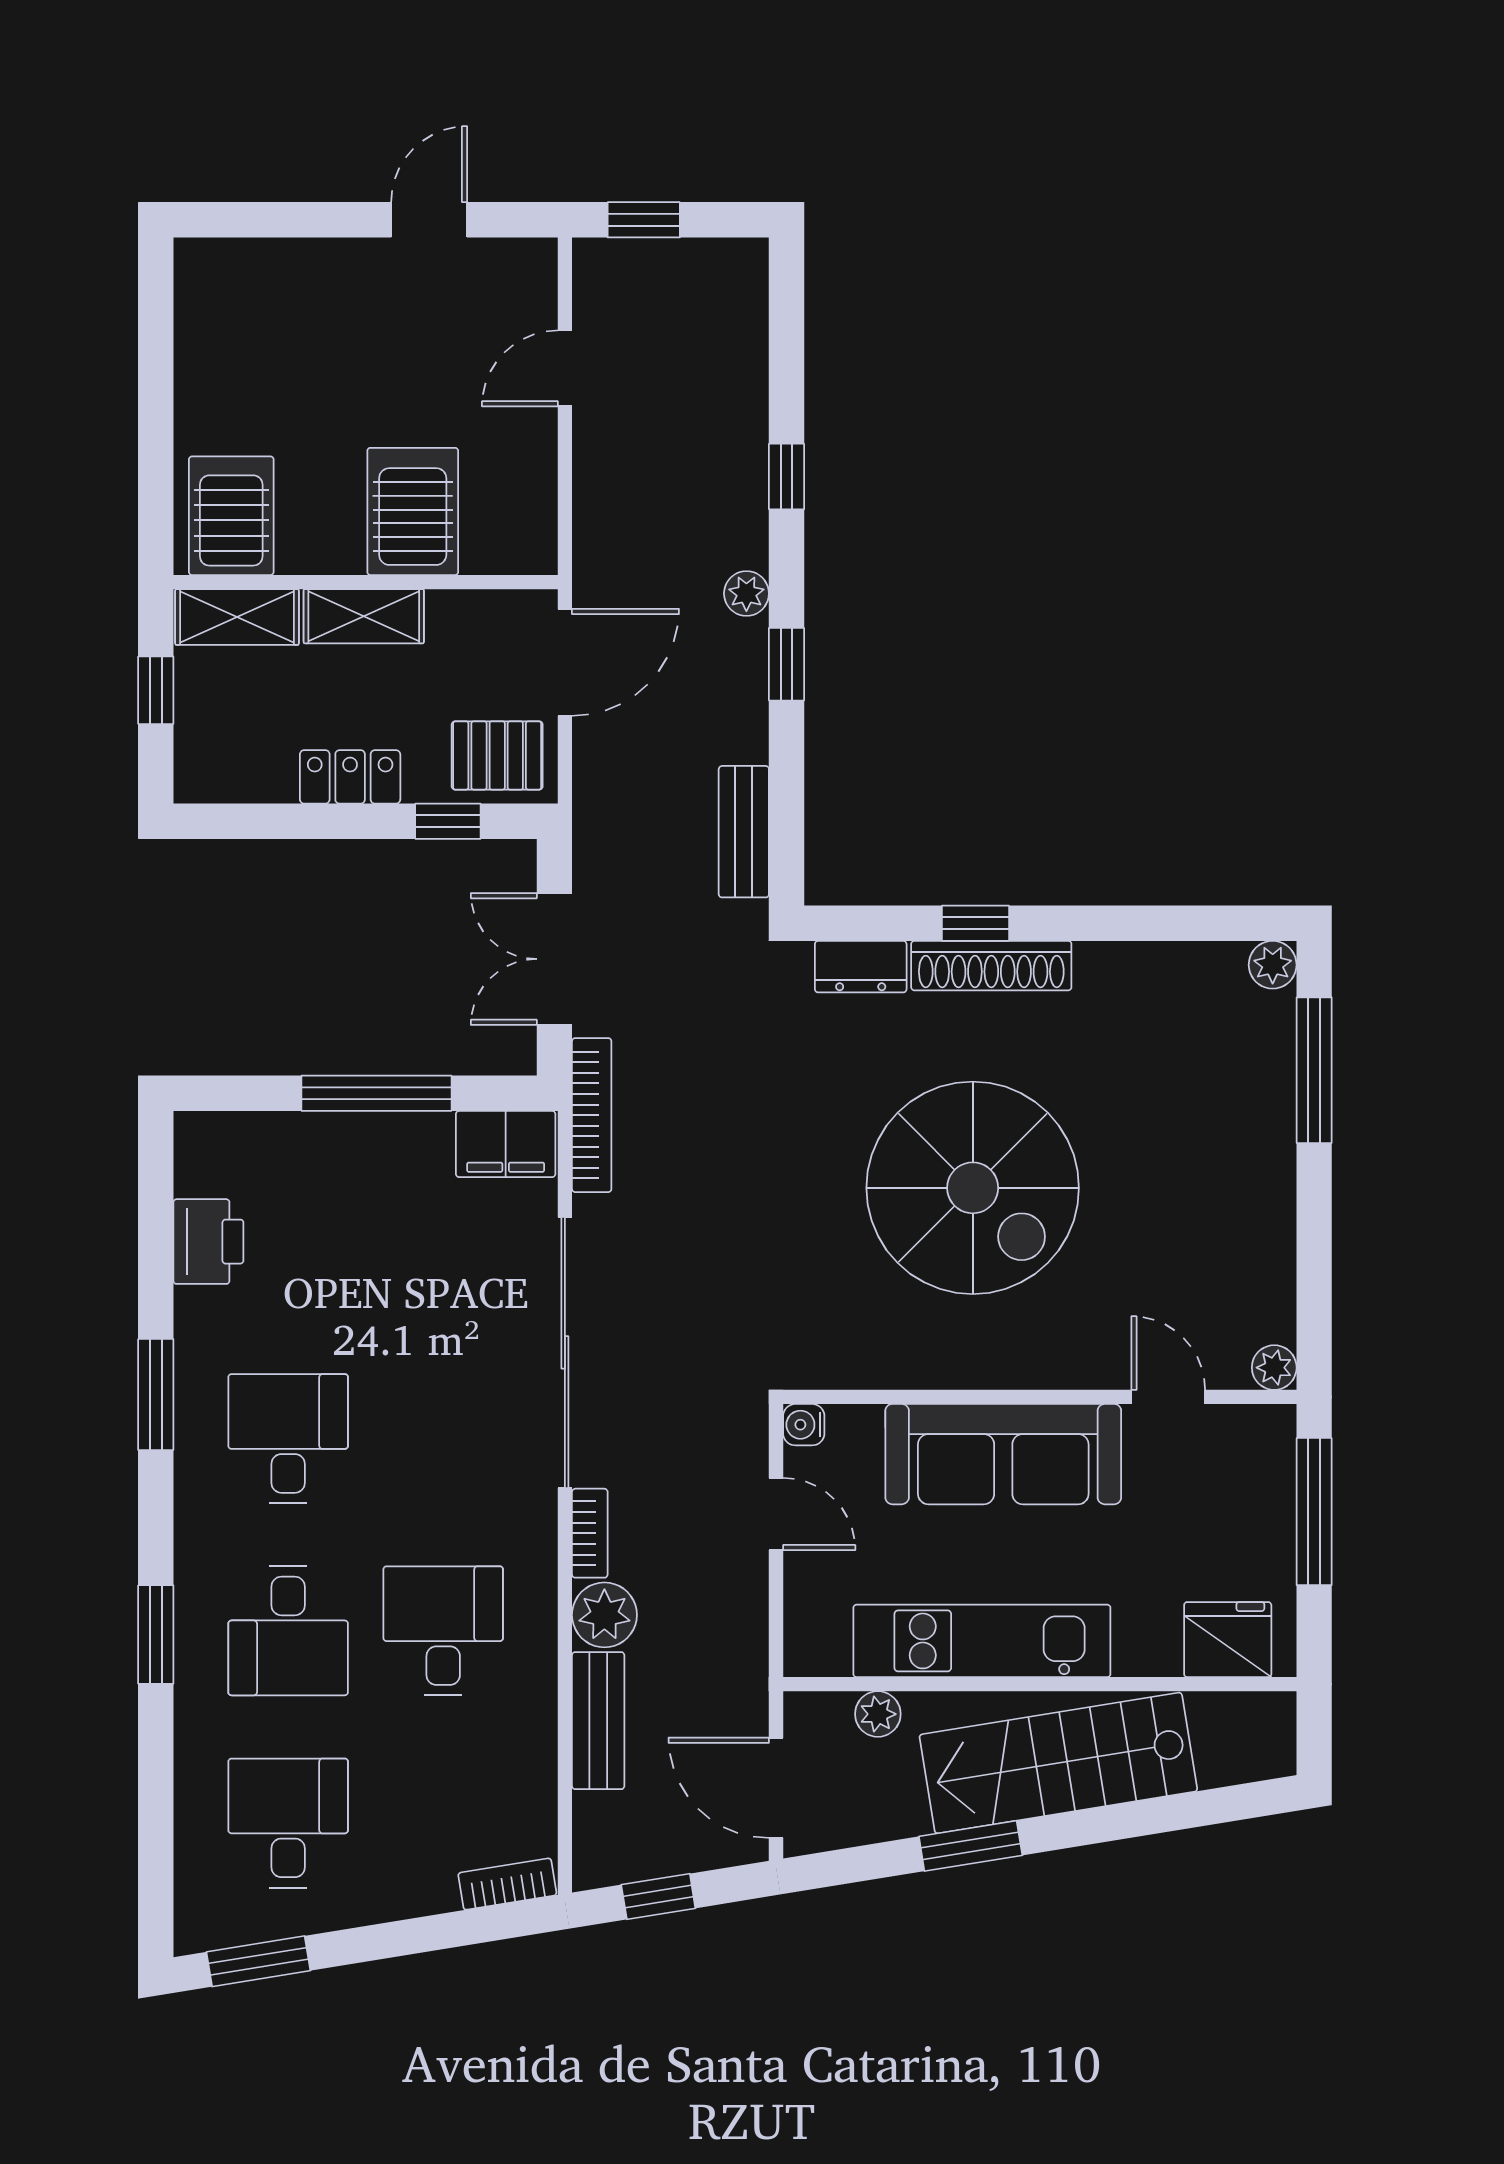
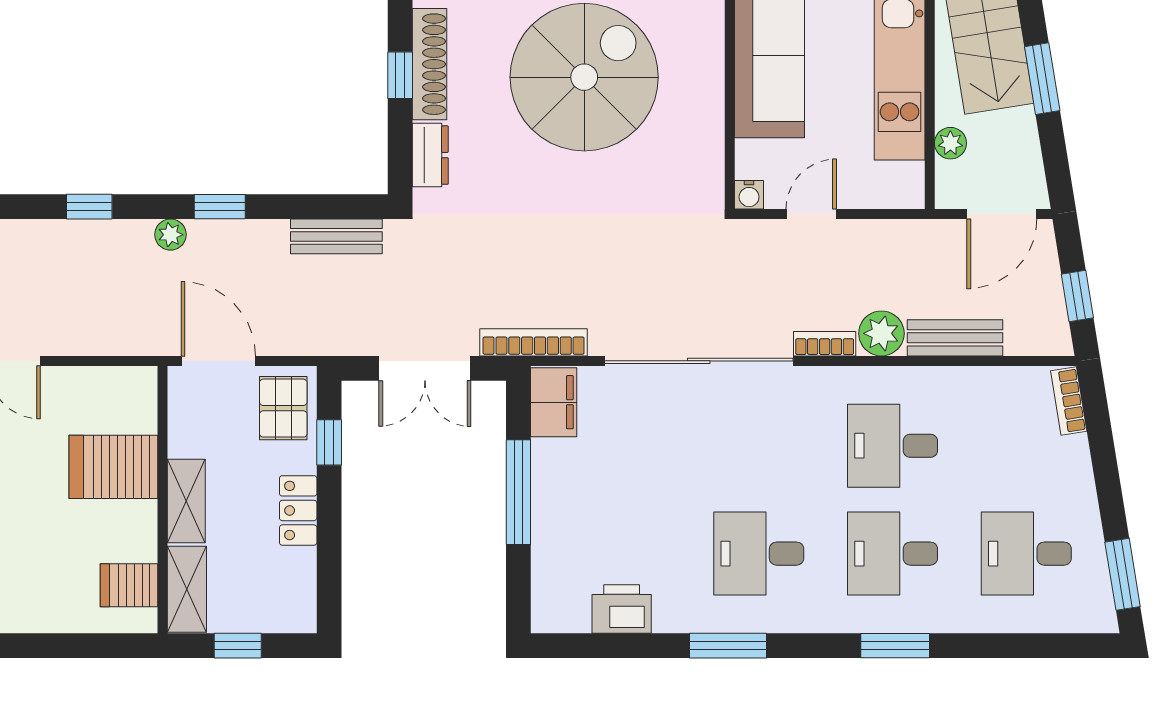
server rack: (231, 516) -> (129, 585), width x0.73, depth x0.70
desk: (288, 1631) -> (893, 554), turned 180

